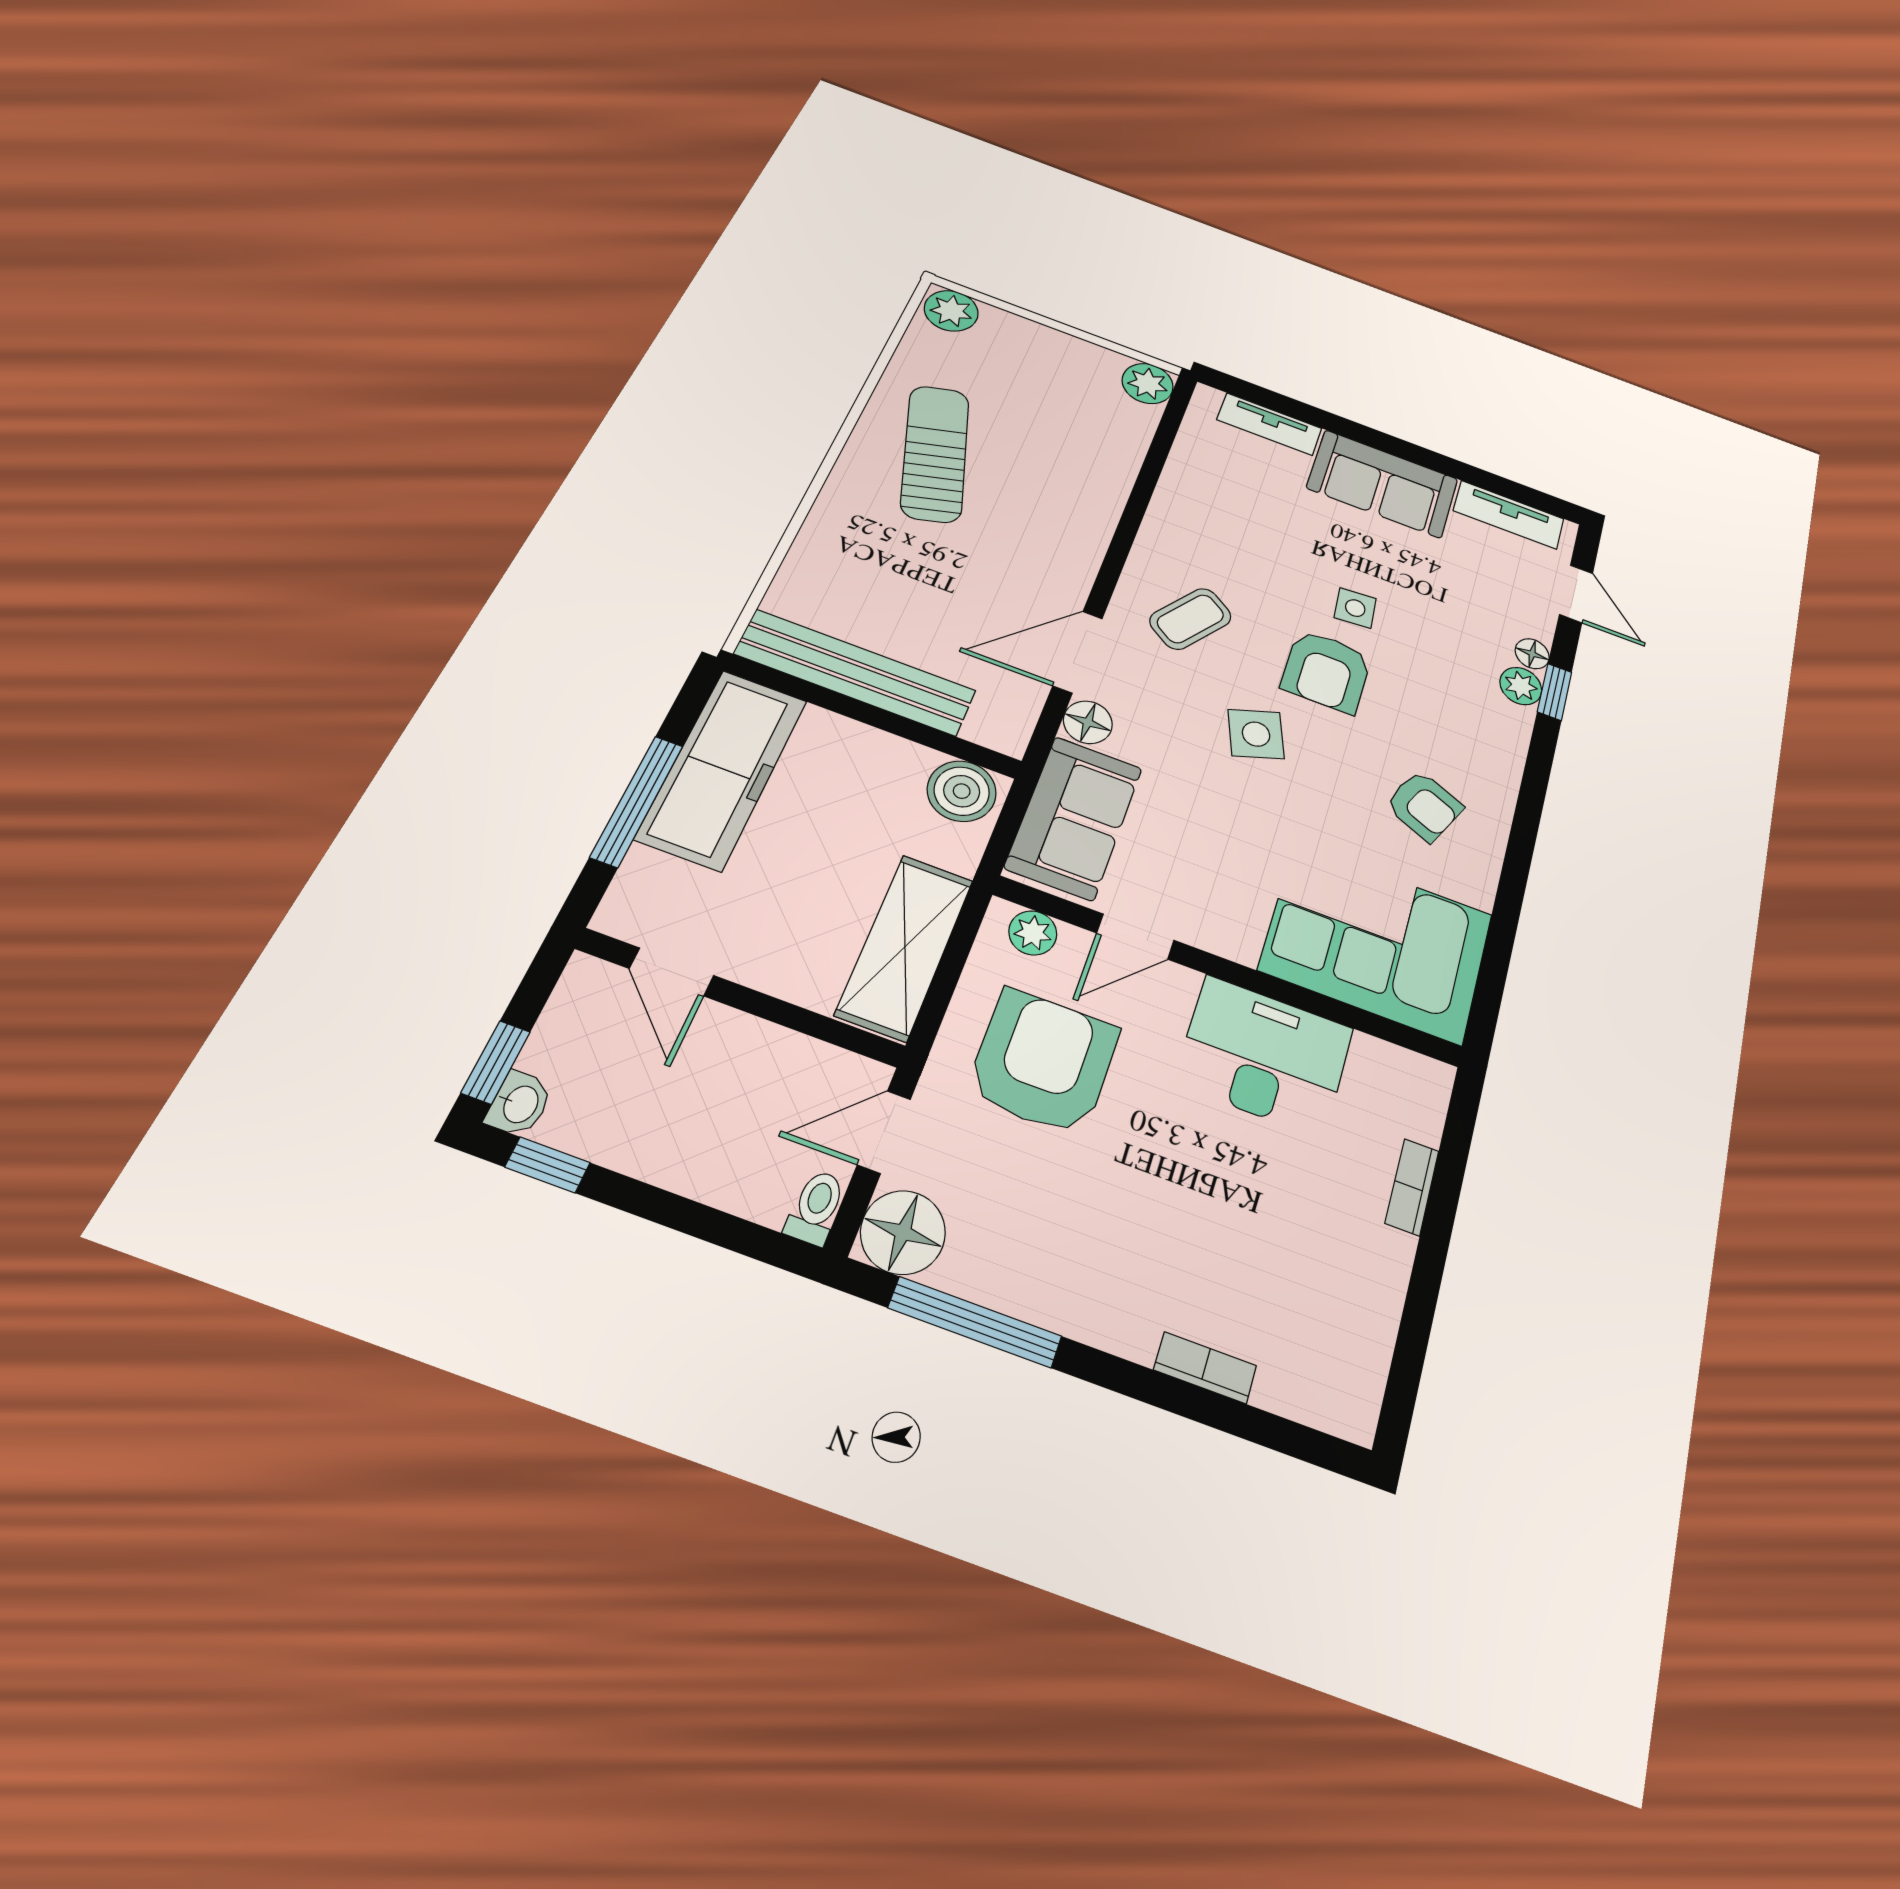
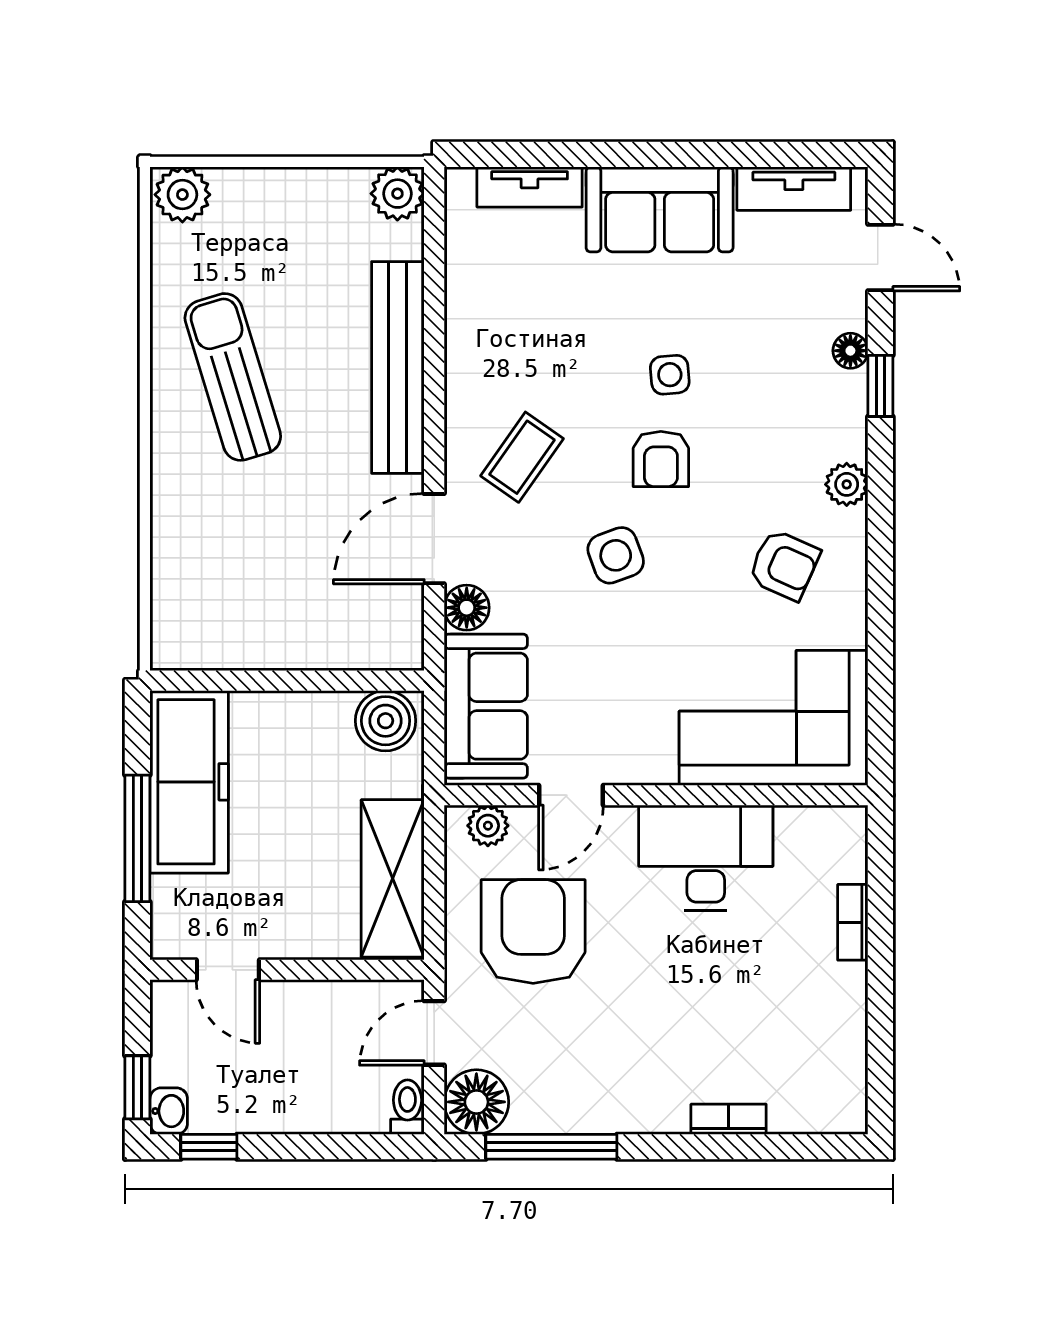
armchair: (1326, 671) -> (661, 459), width x0.72, depth x0.72
bench: (855, 672) -> (398, 367), moved, turned 90
plant: (1521, 686) -> (847, 484), moved

